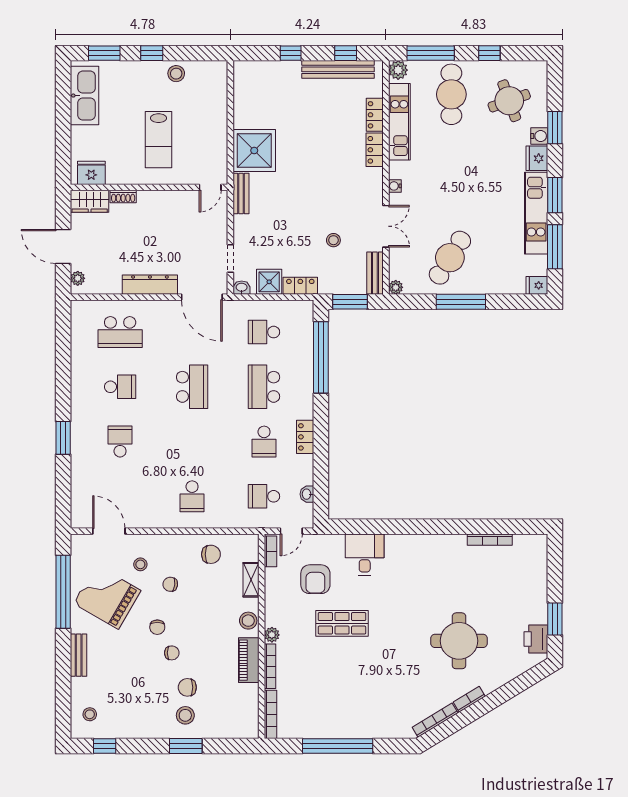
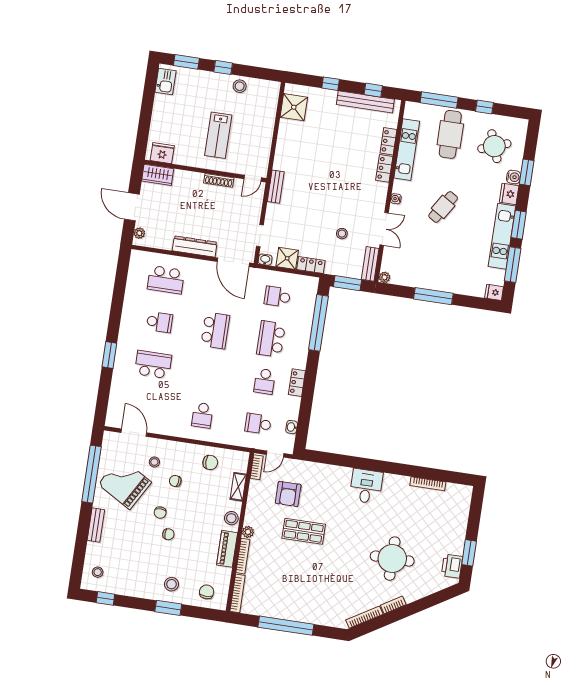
plant: (398, 70) -> (412, 109), removed
kitchen sink: (85, 96) -> (166, 81), width x0.53, depth x0.81
shower: (254, 151) -> (294, 107), moved, width x0.73, depth x0.73
shoe rack: (123, 197) -> (219, 180), moved, width x1.43
cafe table: (450, 258) -> (443, 207), moved, width x0.73, depth x0.74
school desk: (120, 442) -> (153, 364), width x1.85
desk: (365, 555) -> (366, 486), moved
chair: (187, 687) -> (207, 592), moved, turned 90

